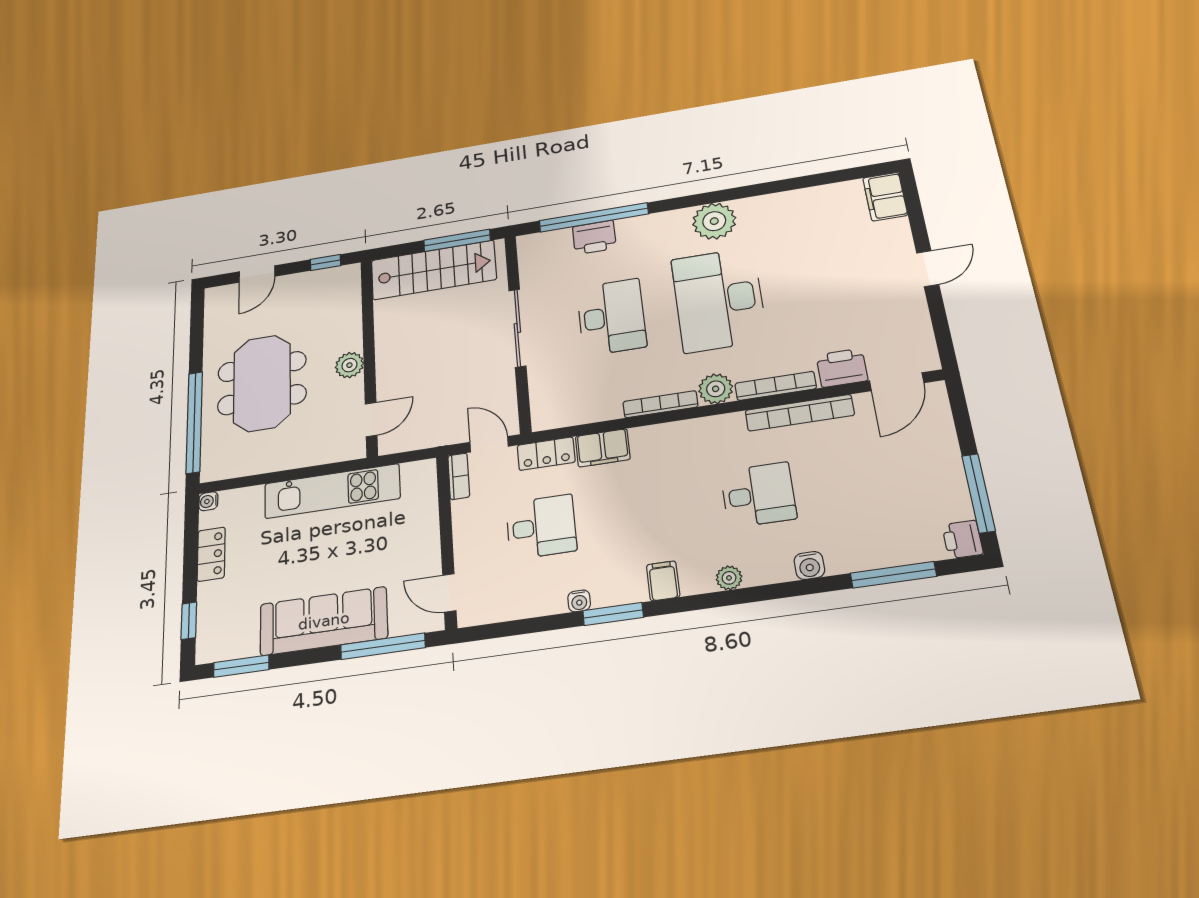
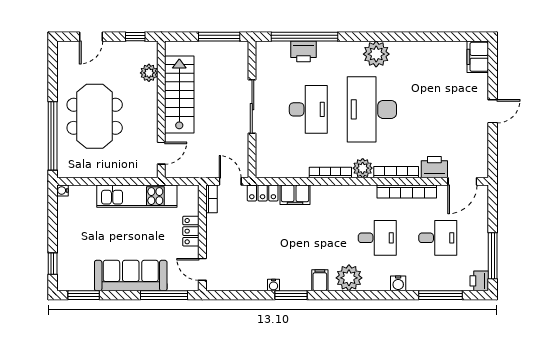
stairs: (434, 270) -> (179, 94), moved, turned -90
plant: (349, 365) -> (149, 73), moved
desk: (541, 527) -> (438, 238), moved
locker: (211, 554) -> (191, 231), moved, turned 180
plant: (729, 578) -> (349, 278), width x1.87, depth x1.87

